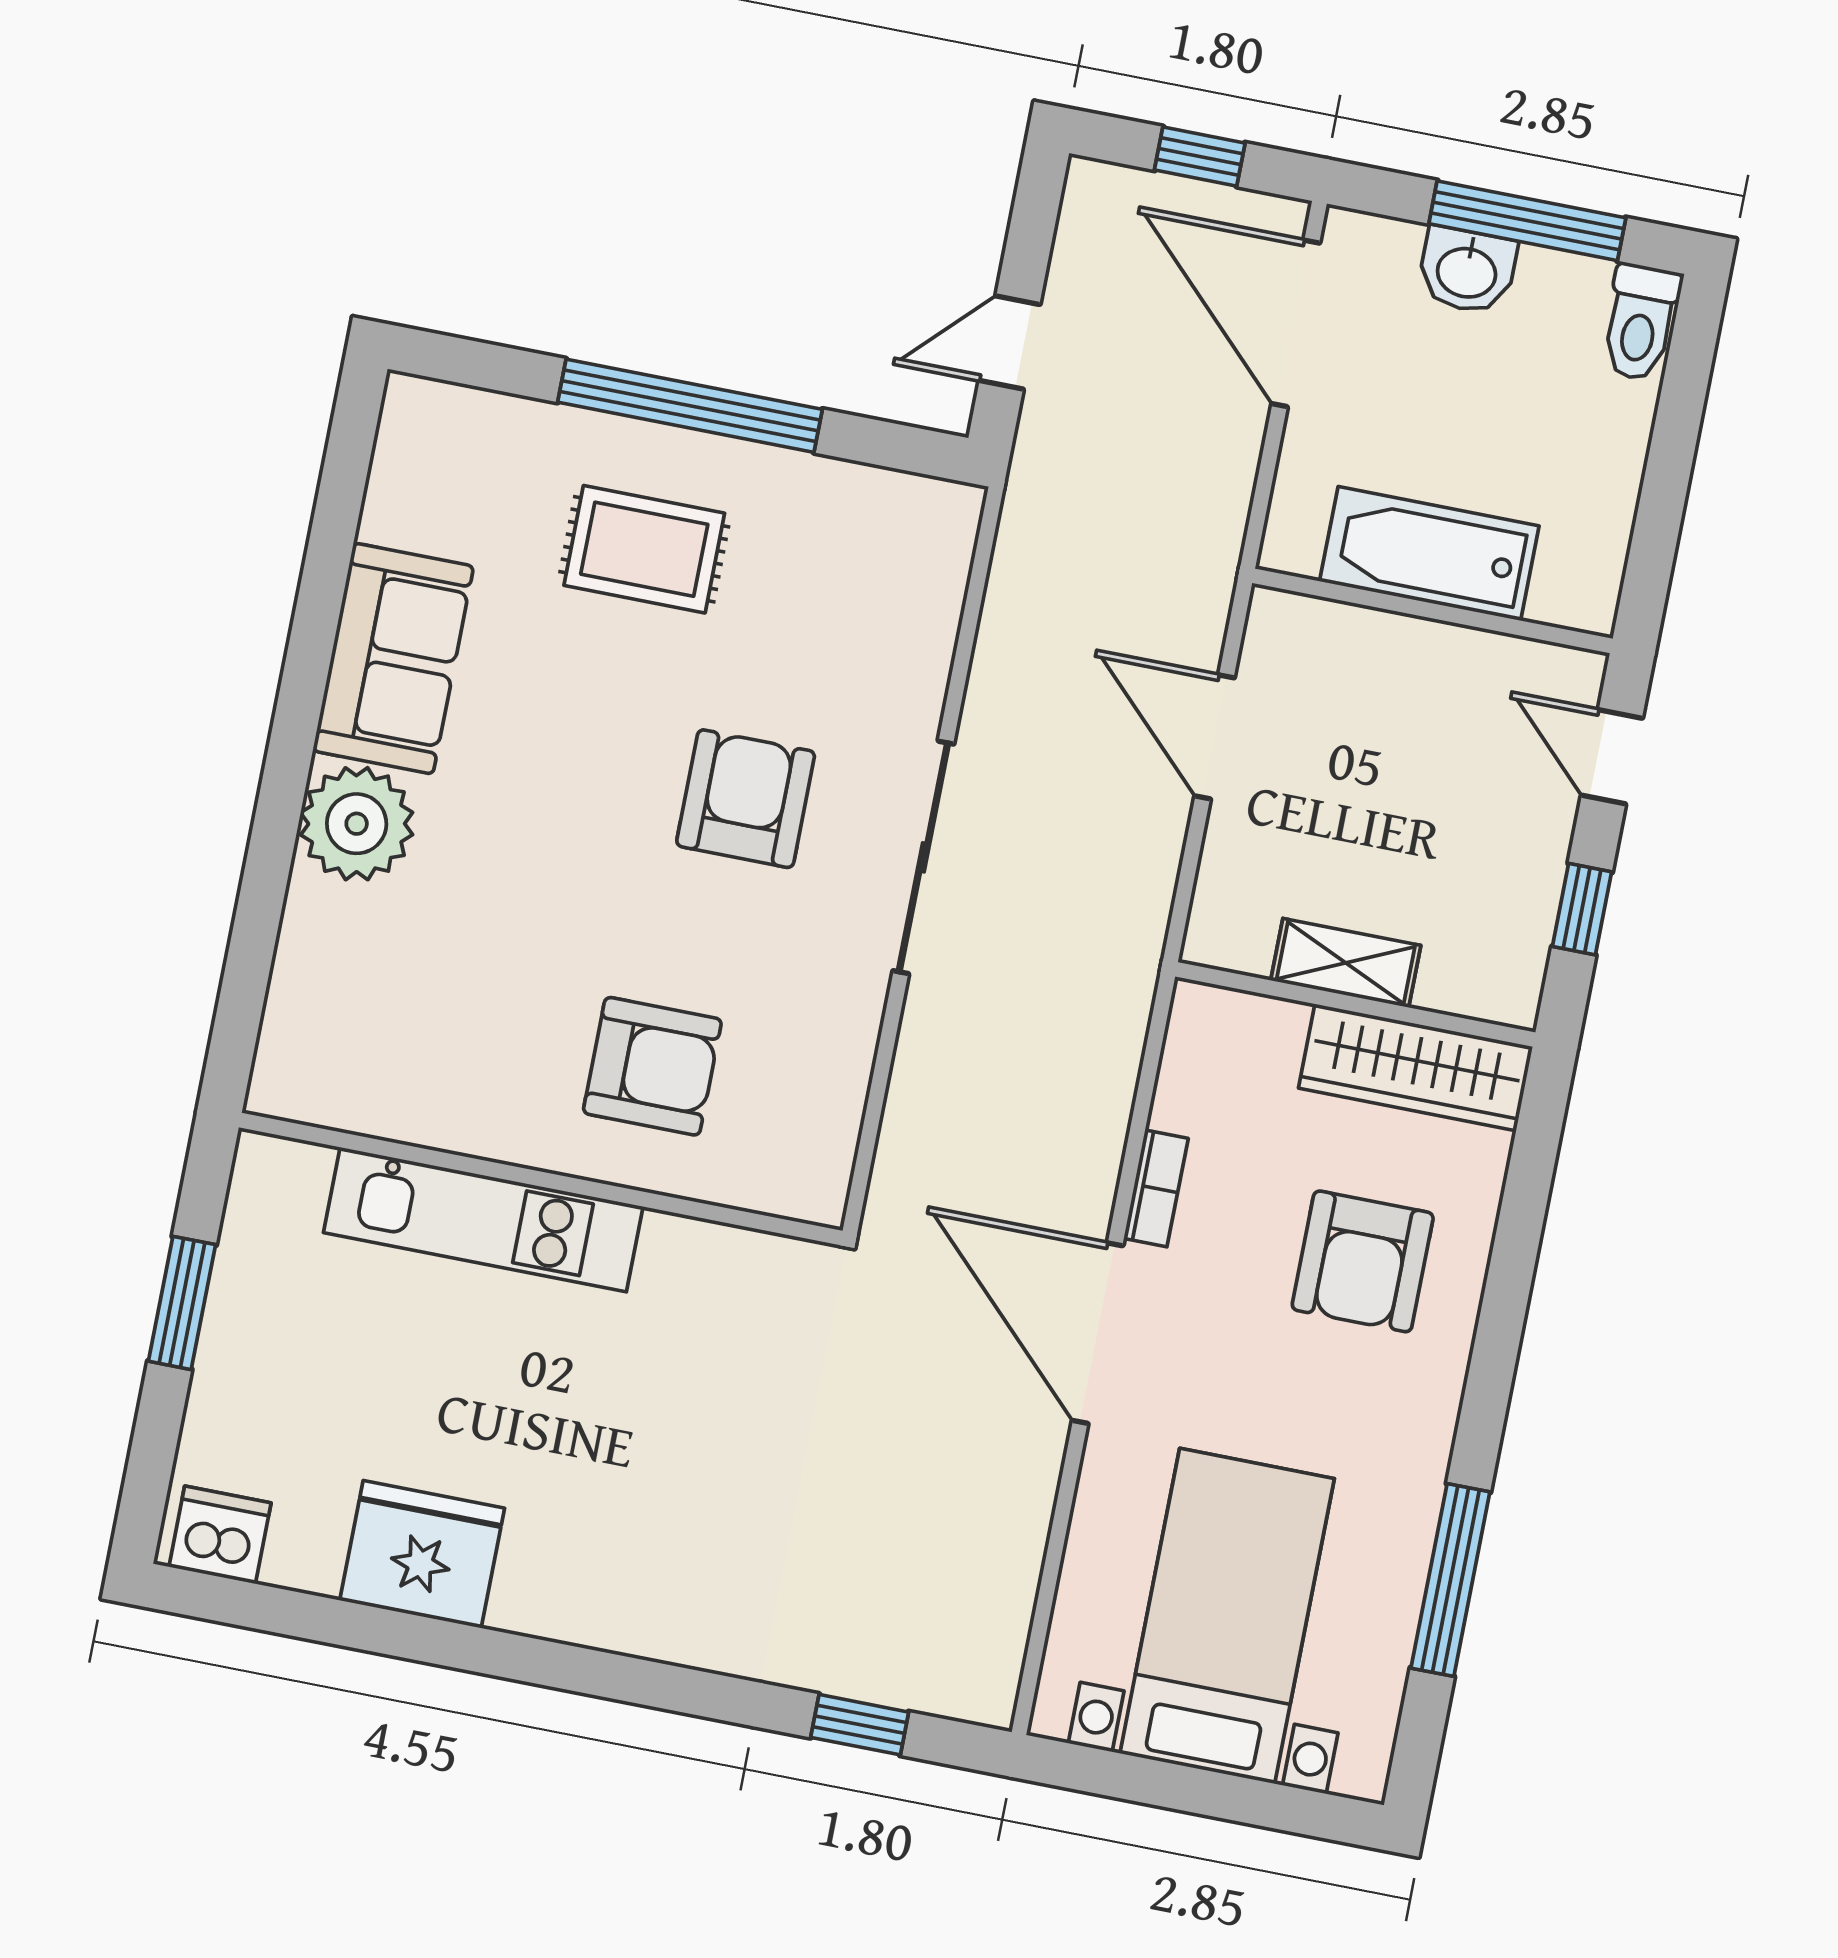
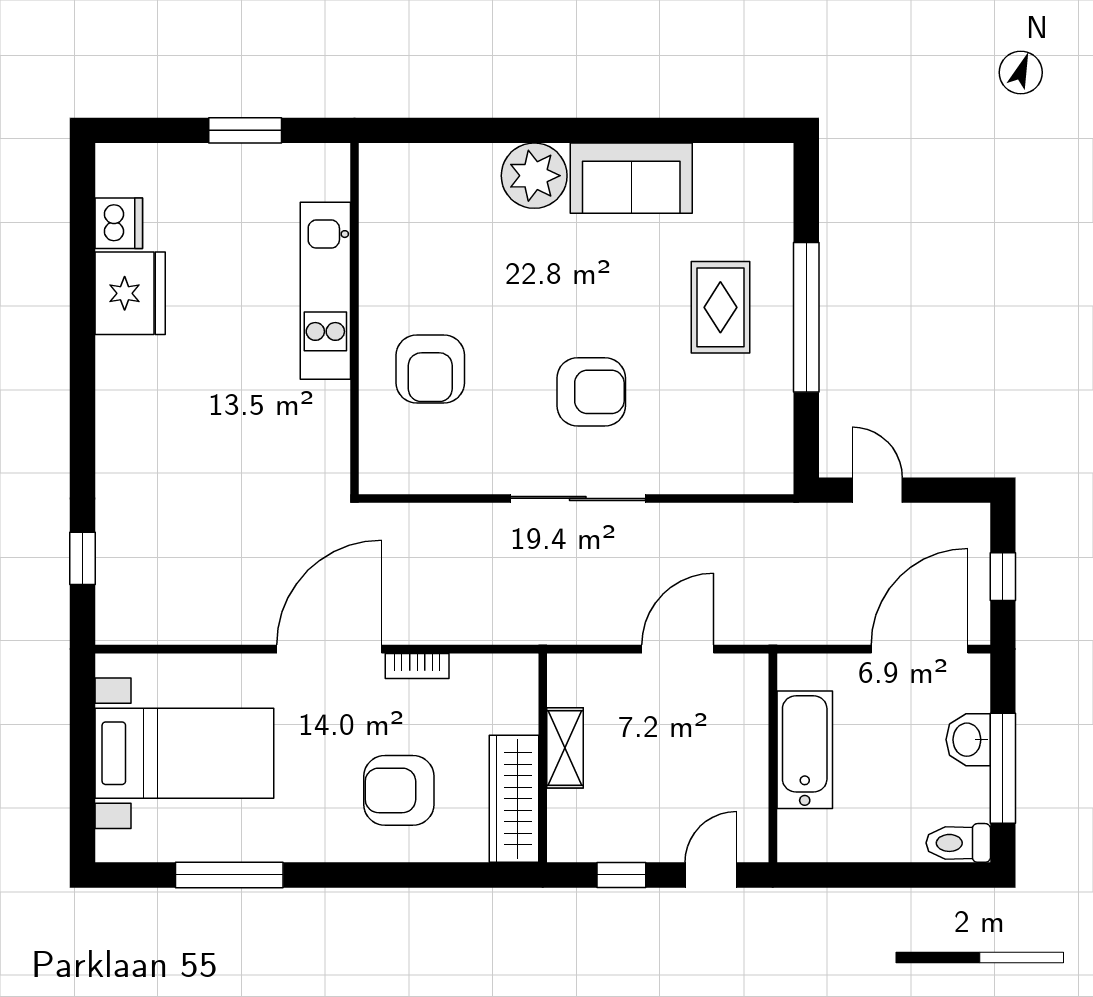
dishwasher: (220, 1535) -> (119, 223), moved

